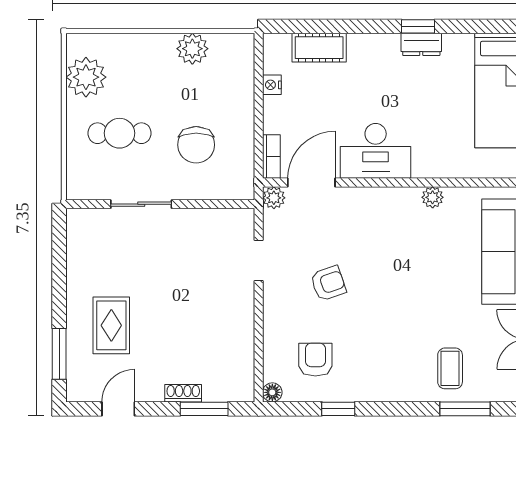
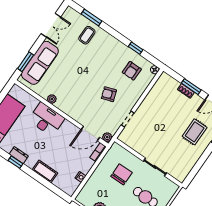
cot: (319, 48) -> (45, 171), moved
desk: (376, 151) -> (46, 119), moved
window: (204, 409) -> (191, 87), moved

